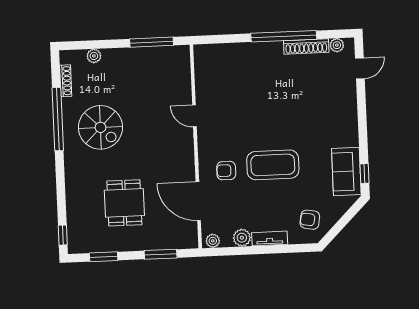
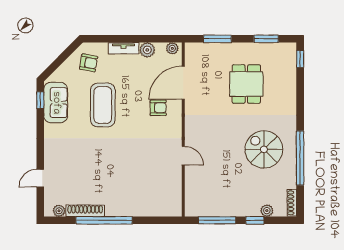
window: (107, 44) -> (255, 220), added
door: (360, 68) -> (40, 178), moved
shoe rack: (66, 81) -> (292, 203), moved
coffee table: (273, 165) -> (103, 105), moved, turned 90
door: (198, 201) -> (183, 83), swing flipped

